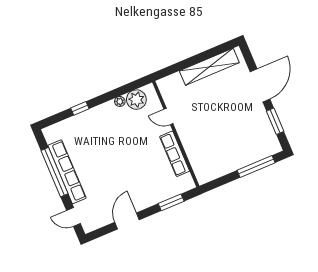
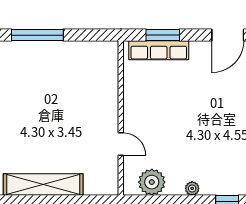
plant: (120, 101) -> (192, 188), moved
row of seats: (175, 154) -> (159, 50), moved, turned 90

